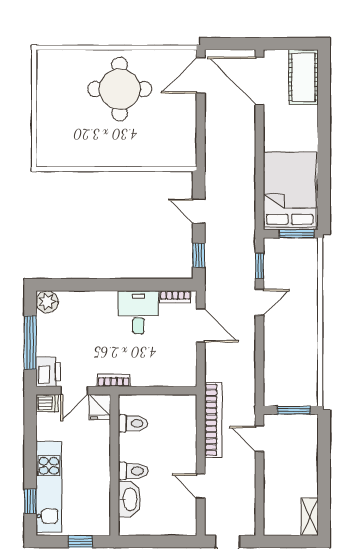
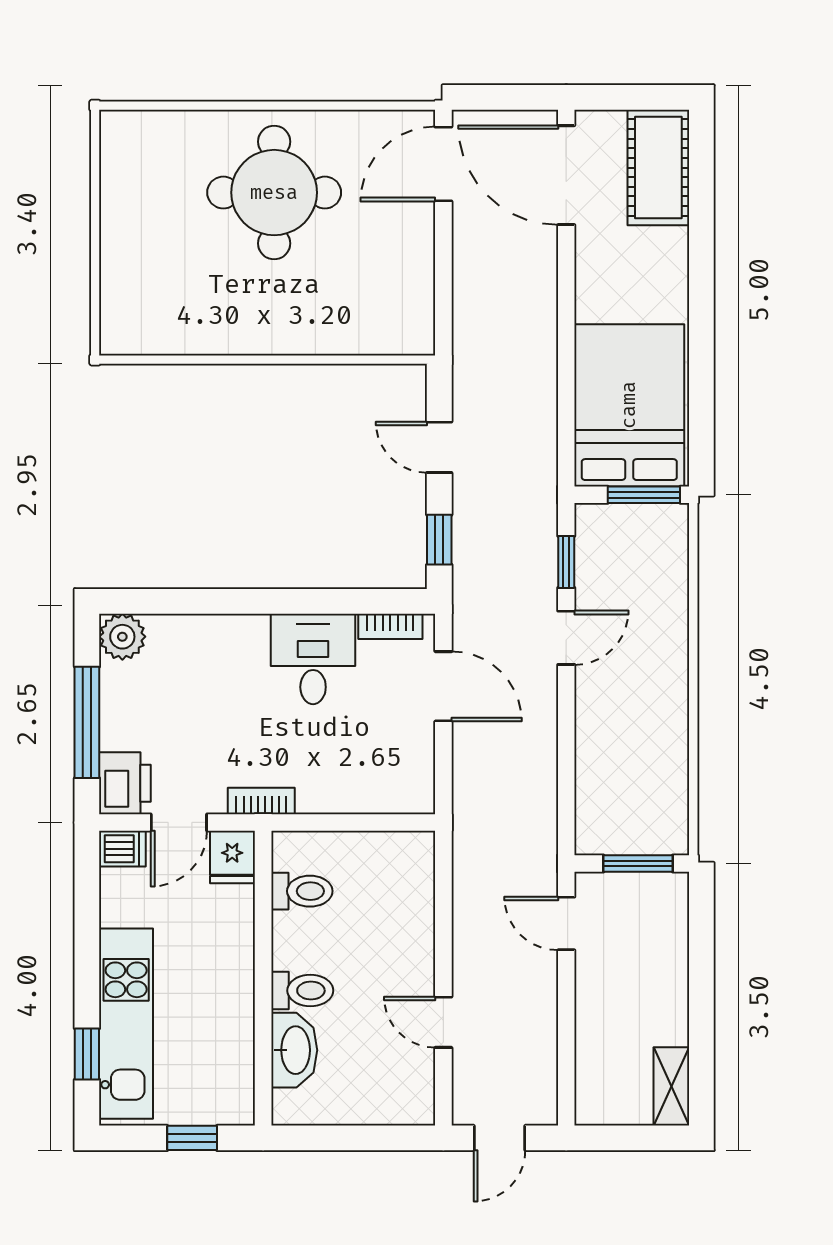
bookcase: (213, 420) -> (469, 884), removed

